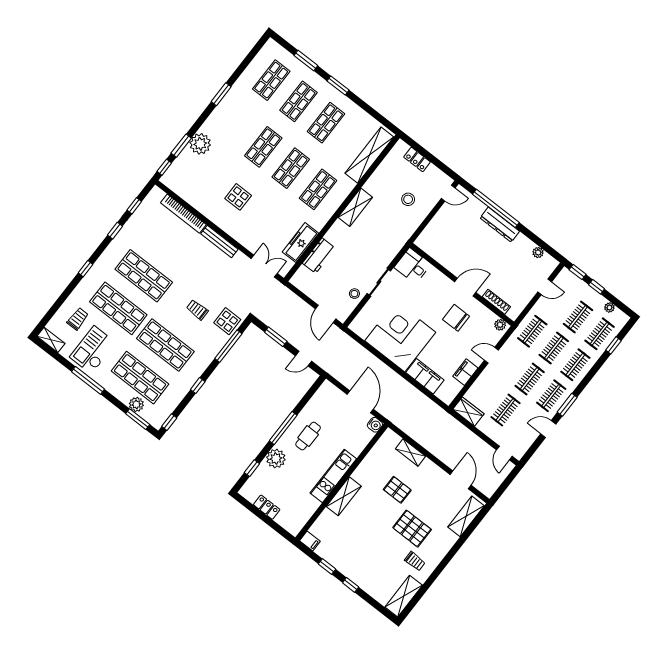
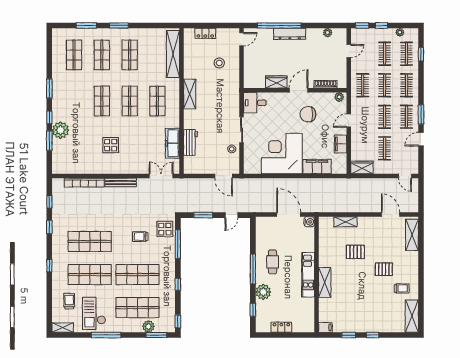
window: (164, 167) -> (49, 117), moved
wardrobe: (450, 262) -> (276, 82), added
pallet: (412, 529) -> (384, 269), width x0.67, depth x0.71

